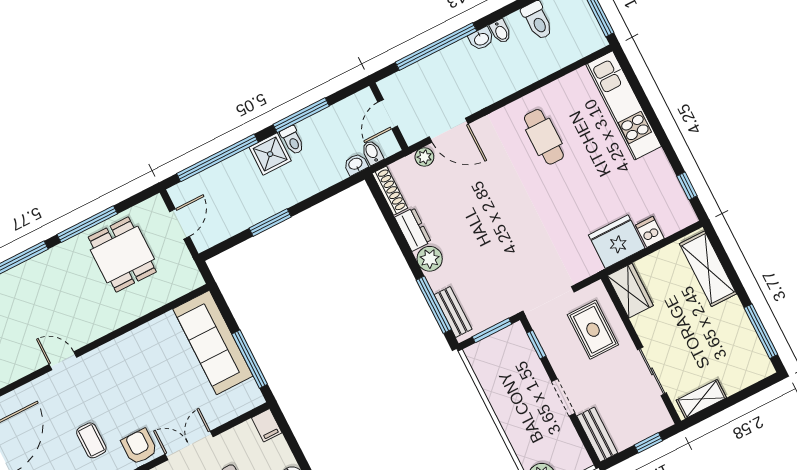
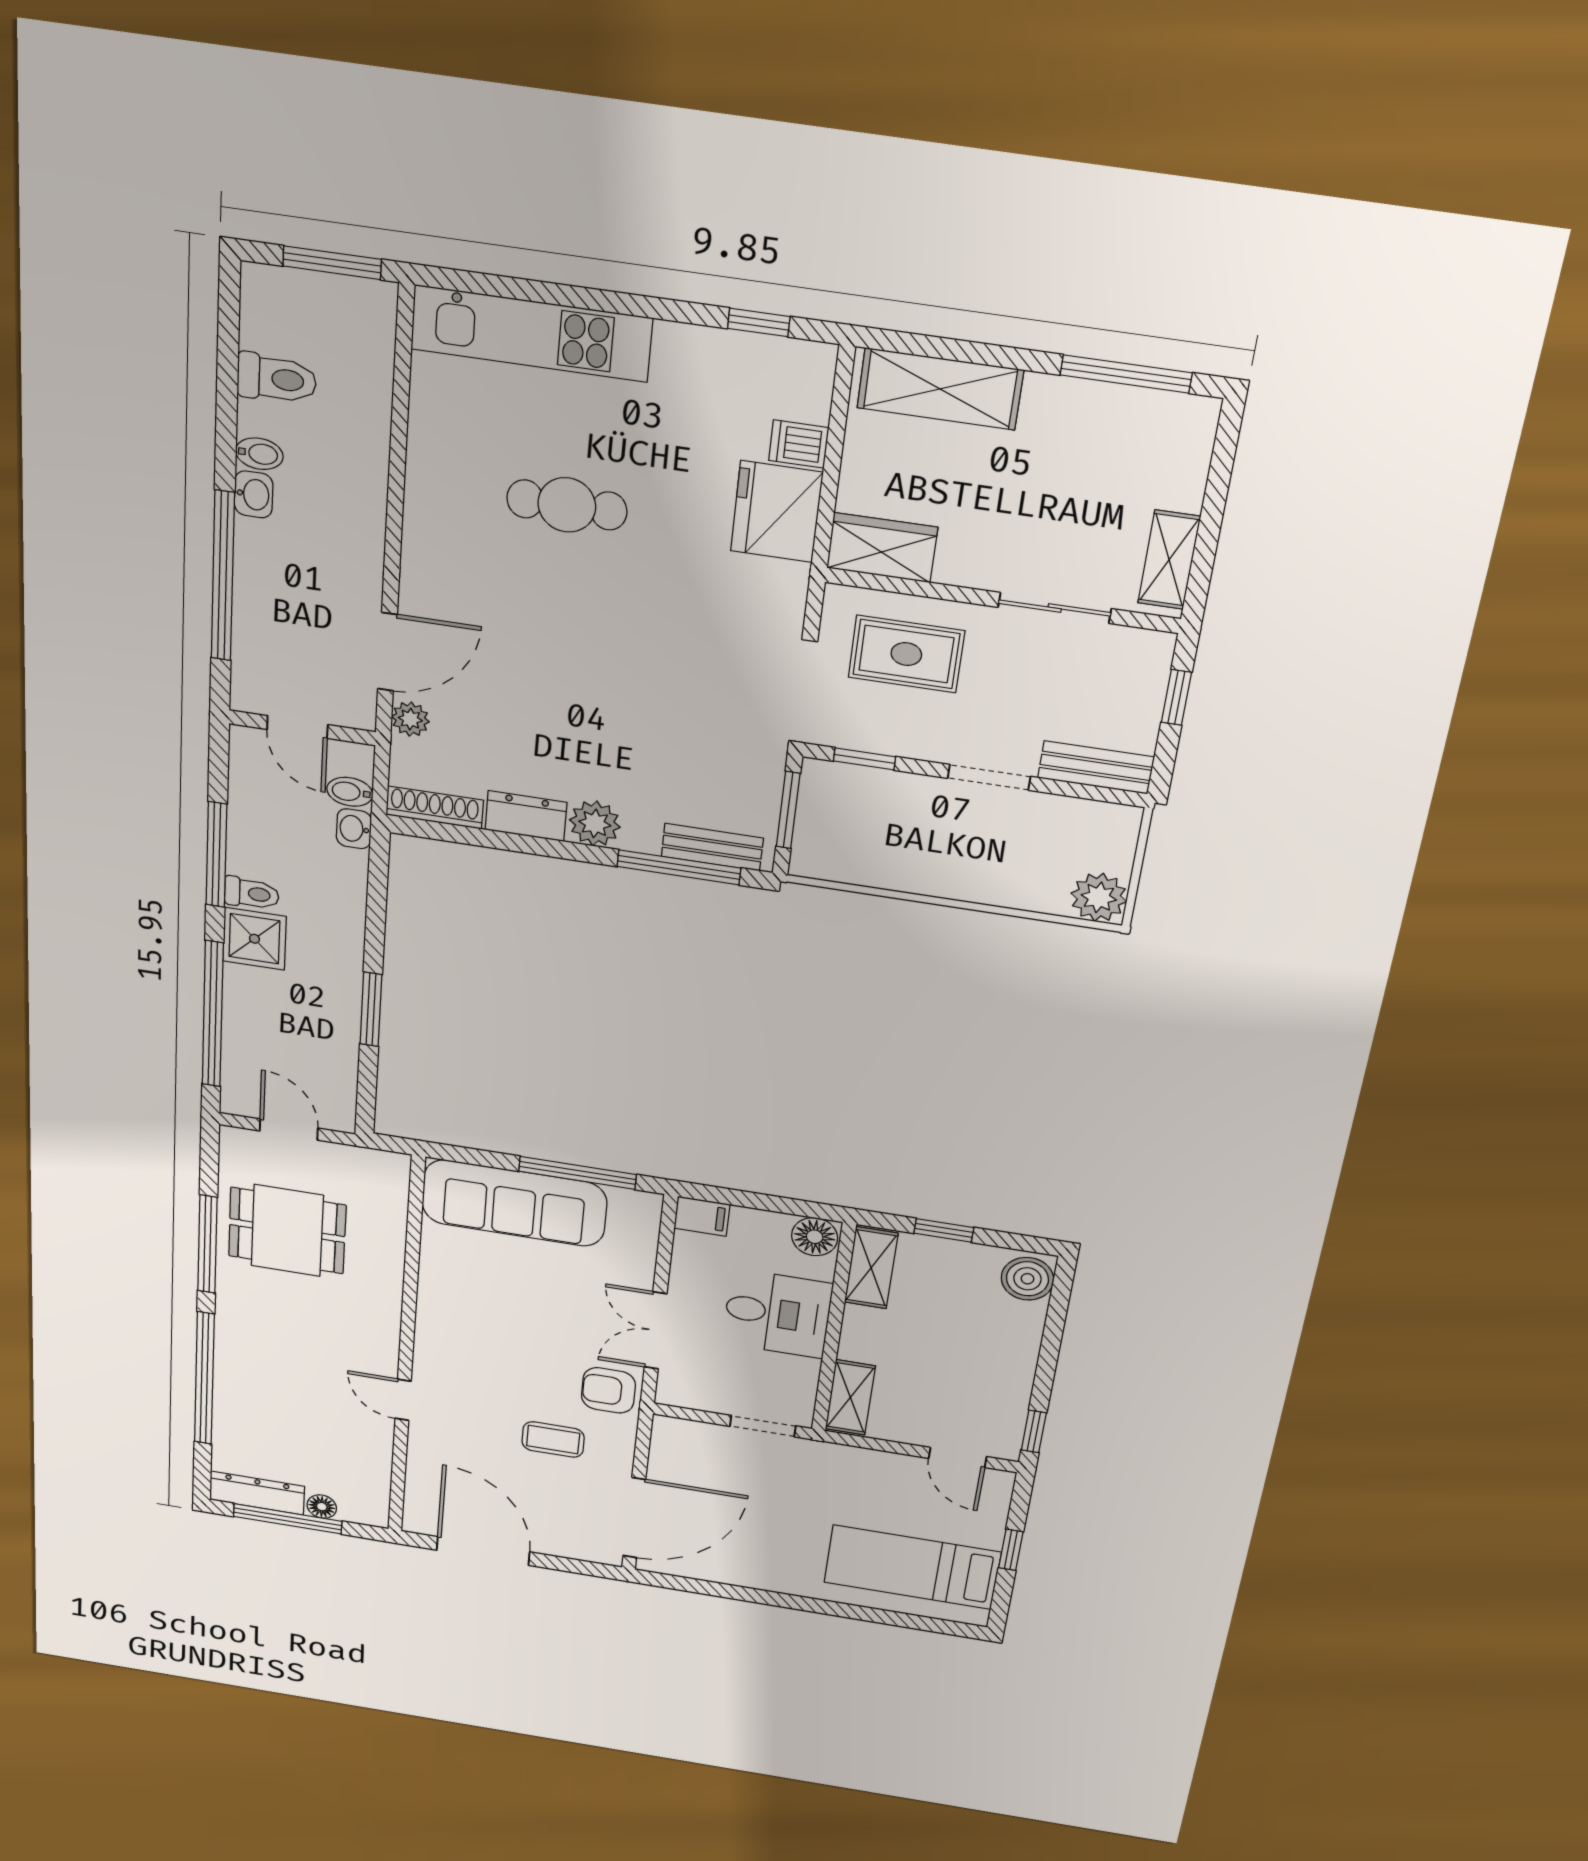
cafe table: (544, 137) -> (567, 505), moved
door: (63, 361) -> (403, 1400), hinge flipped

